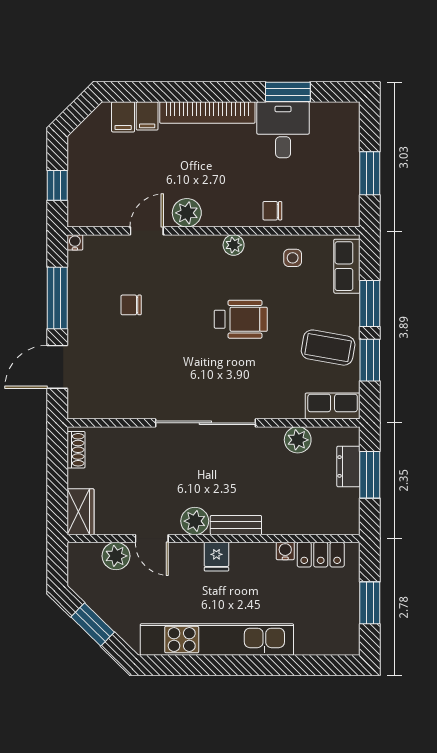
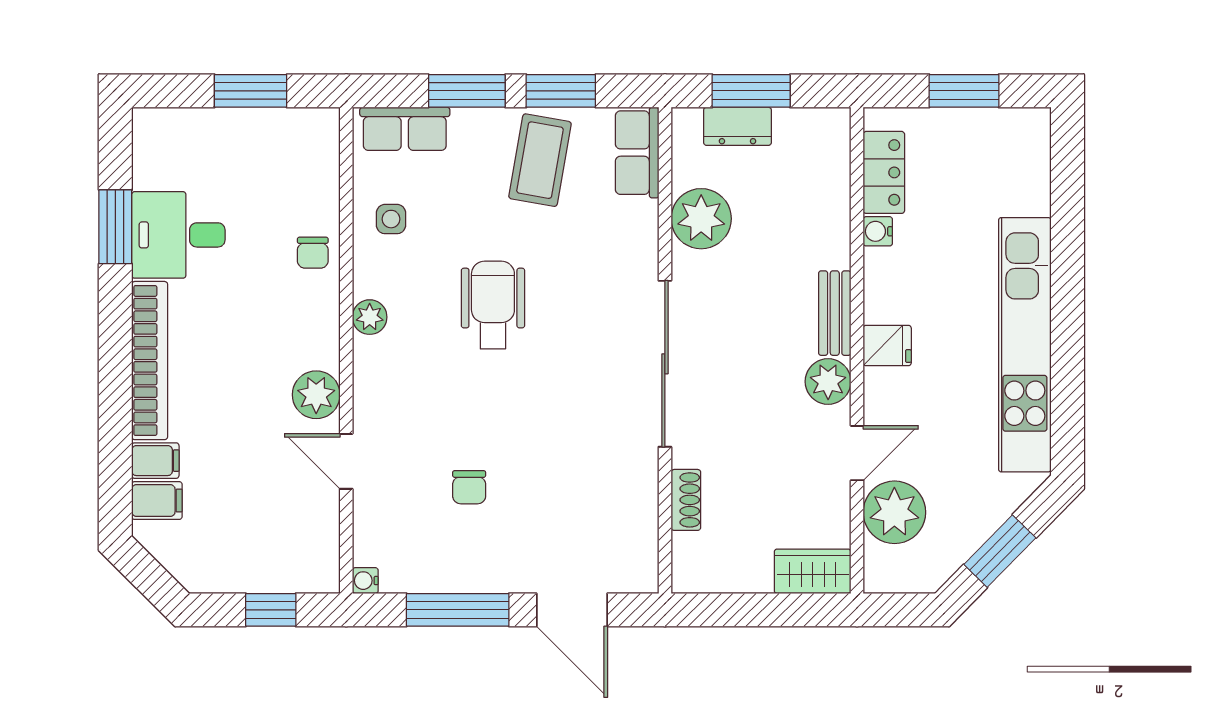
plant: (298, 440) -> (701, 219), width x1.36, depth x1.36
shoe rack: (76, 450) -> (686, 500), moved, turned 90
plant: (116, 556) -> (894, 512), width x1.36, depth x1.36

